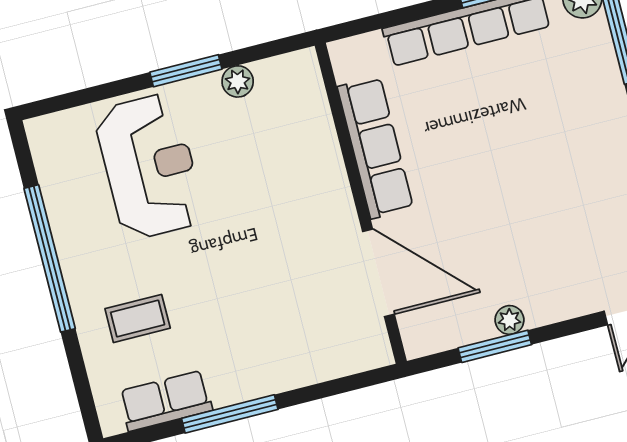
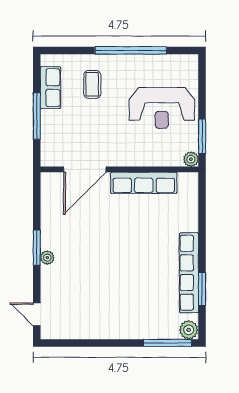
row of seats: (375, 147) -> (144, 183), moved
wall: (361, 203) -> (119, 169), moved
door: (378, 273) -> (85, 169), moved

